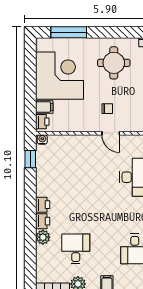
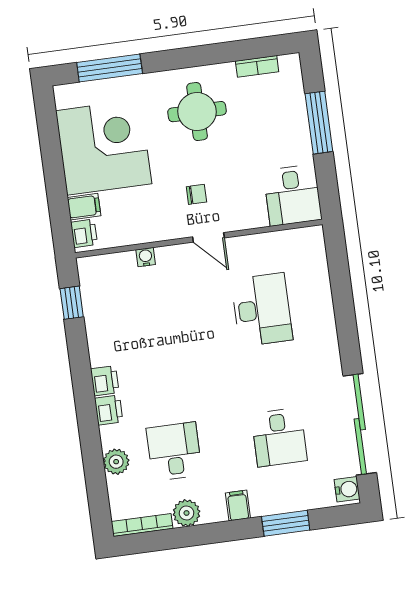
water cooler: (42, 139) -> (146, 257), moved
plant: (43, 237) -> (116, 462), moved

